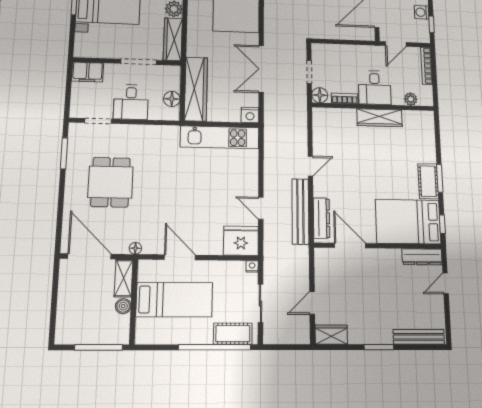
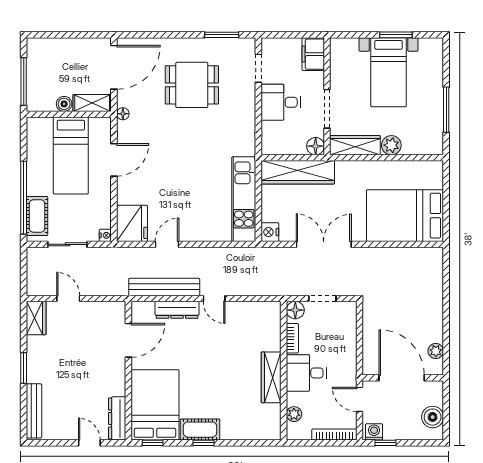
washing machine: (422, 12) -> (374, 432), moved
floor lamp: (172, 99) -> (316, 146), moved
window: (440, 178) -> (204, 443), width x0.67
dresser: (321, 218) -> (177, 310), moved

